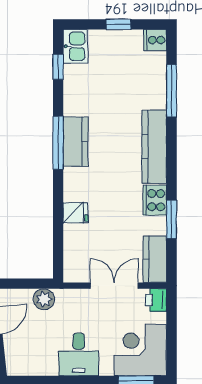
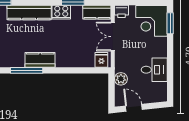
kitchen counter: (76, 142) -> (40, 60), moved
fridge: (75, 213) -> (101, 60), moved
desk: (79, 354) -> (154, 70), moved

